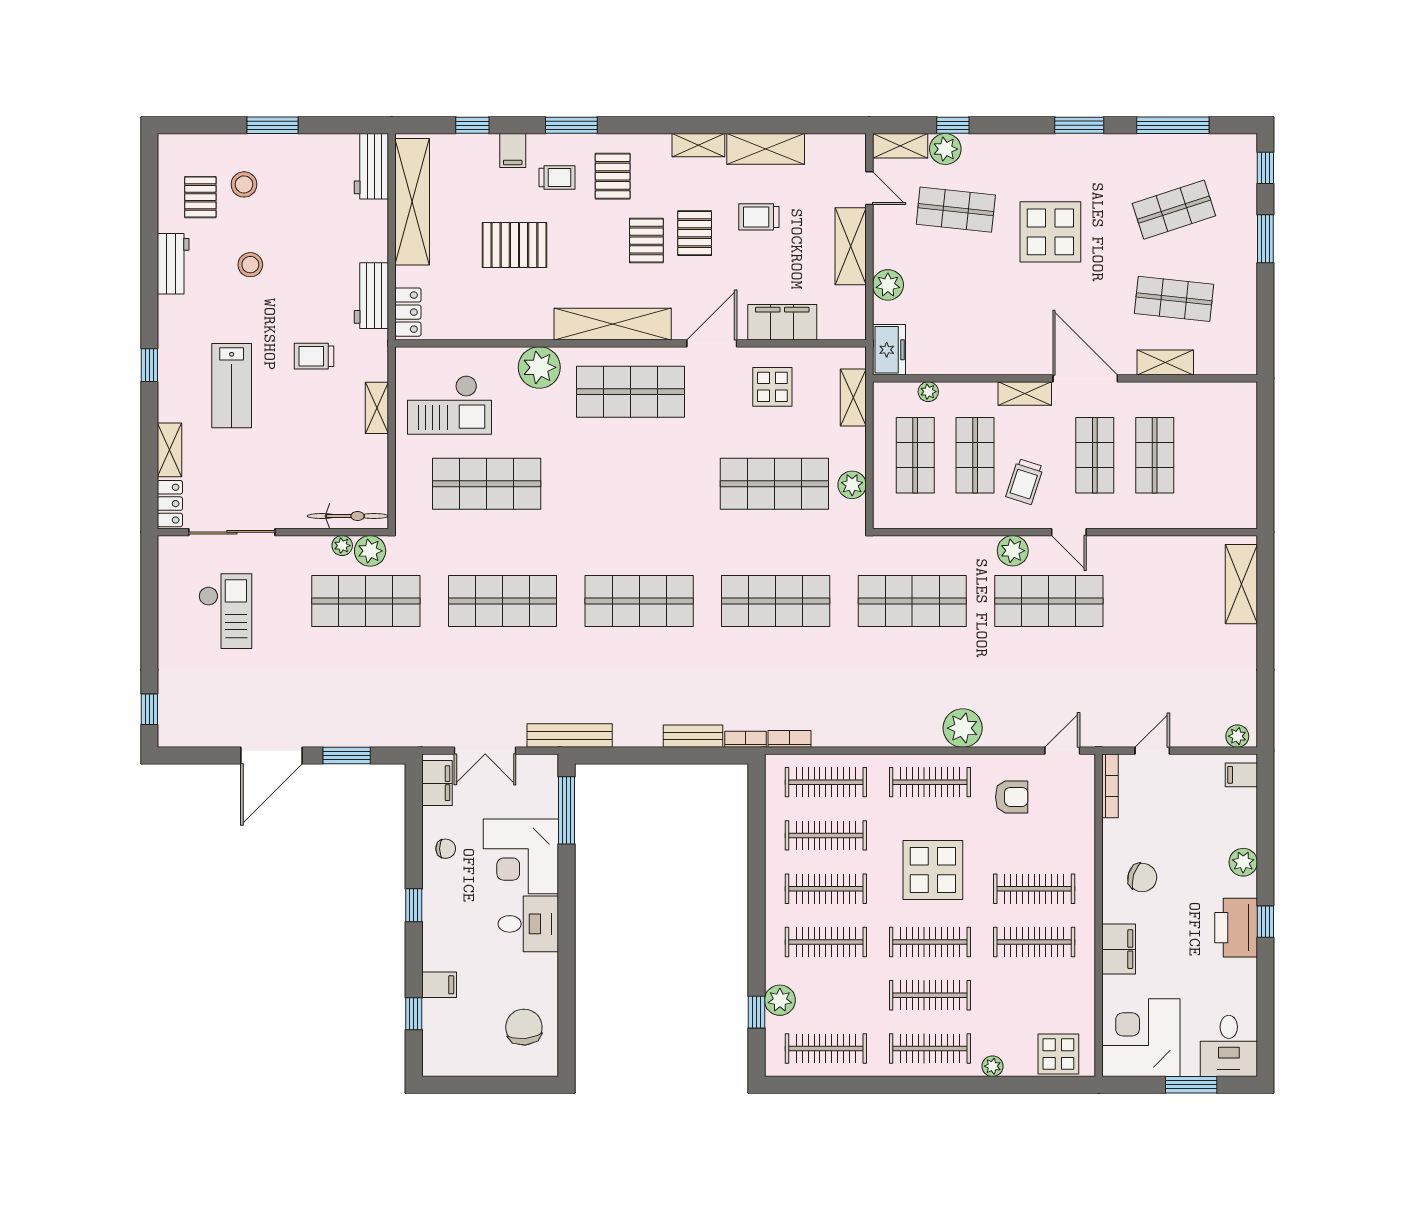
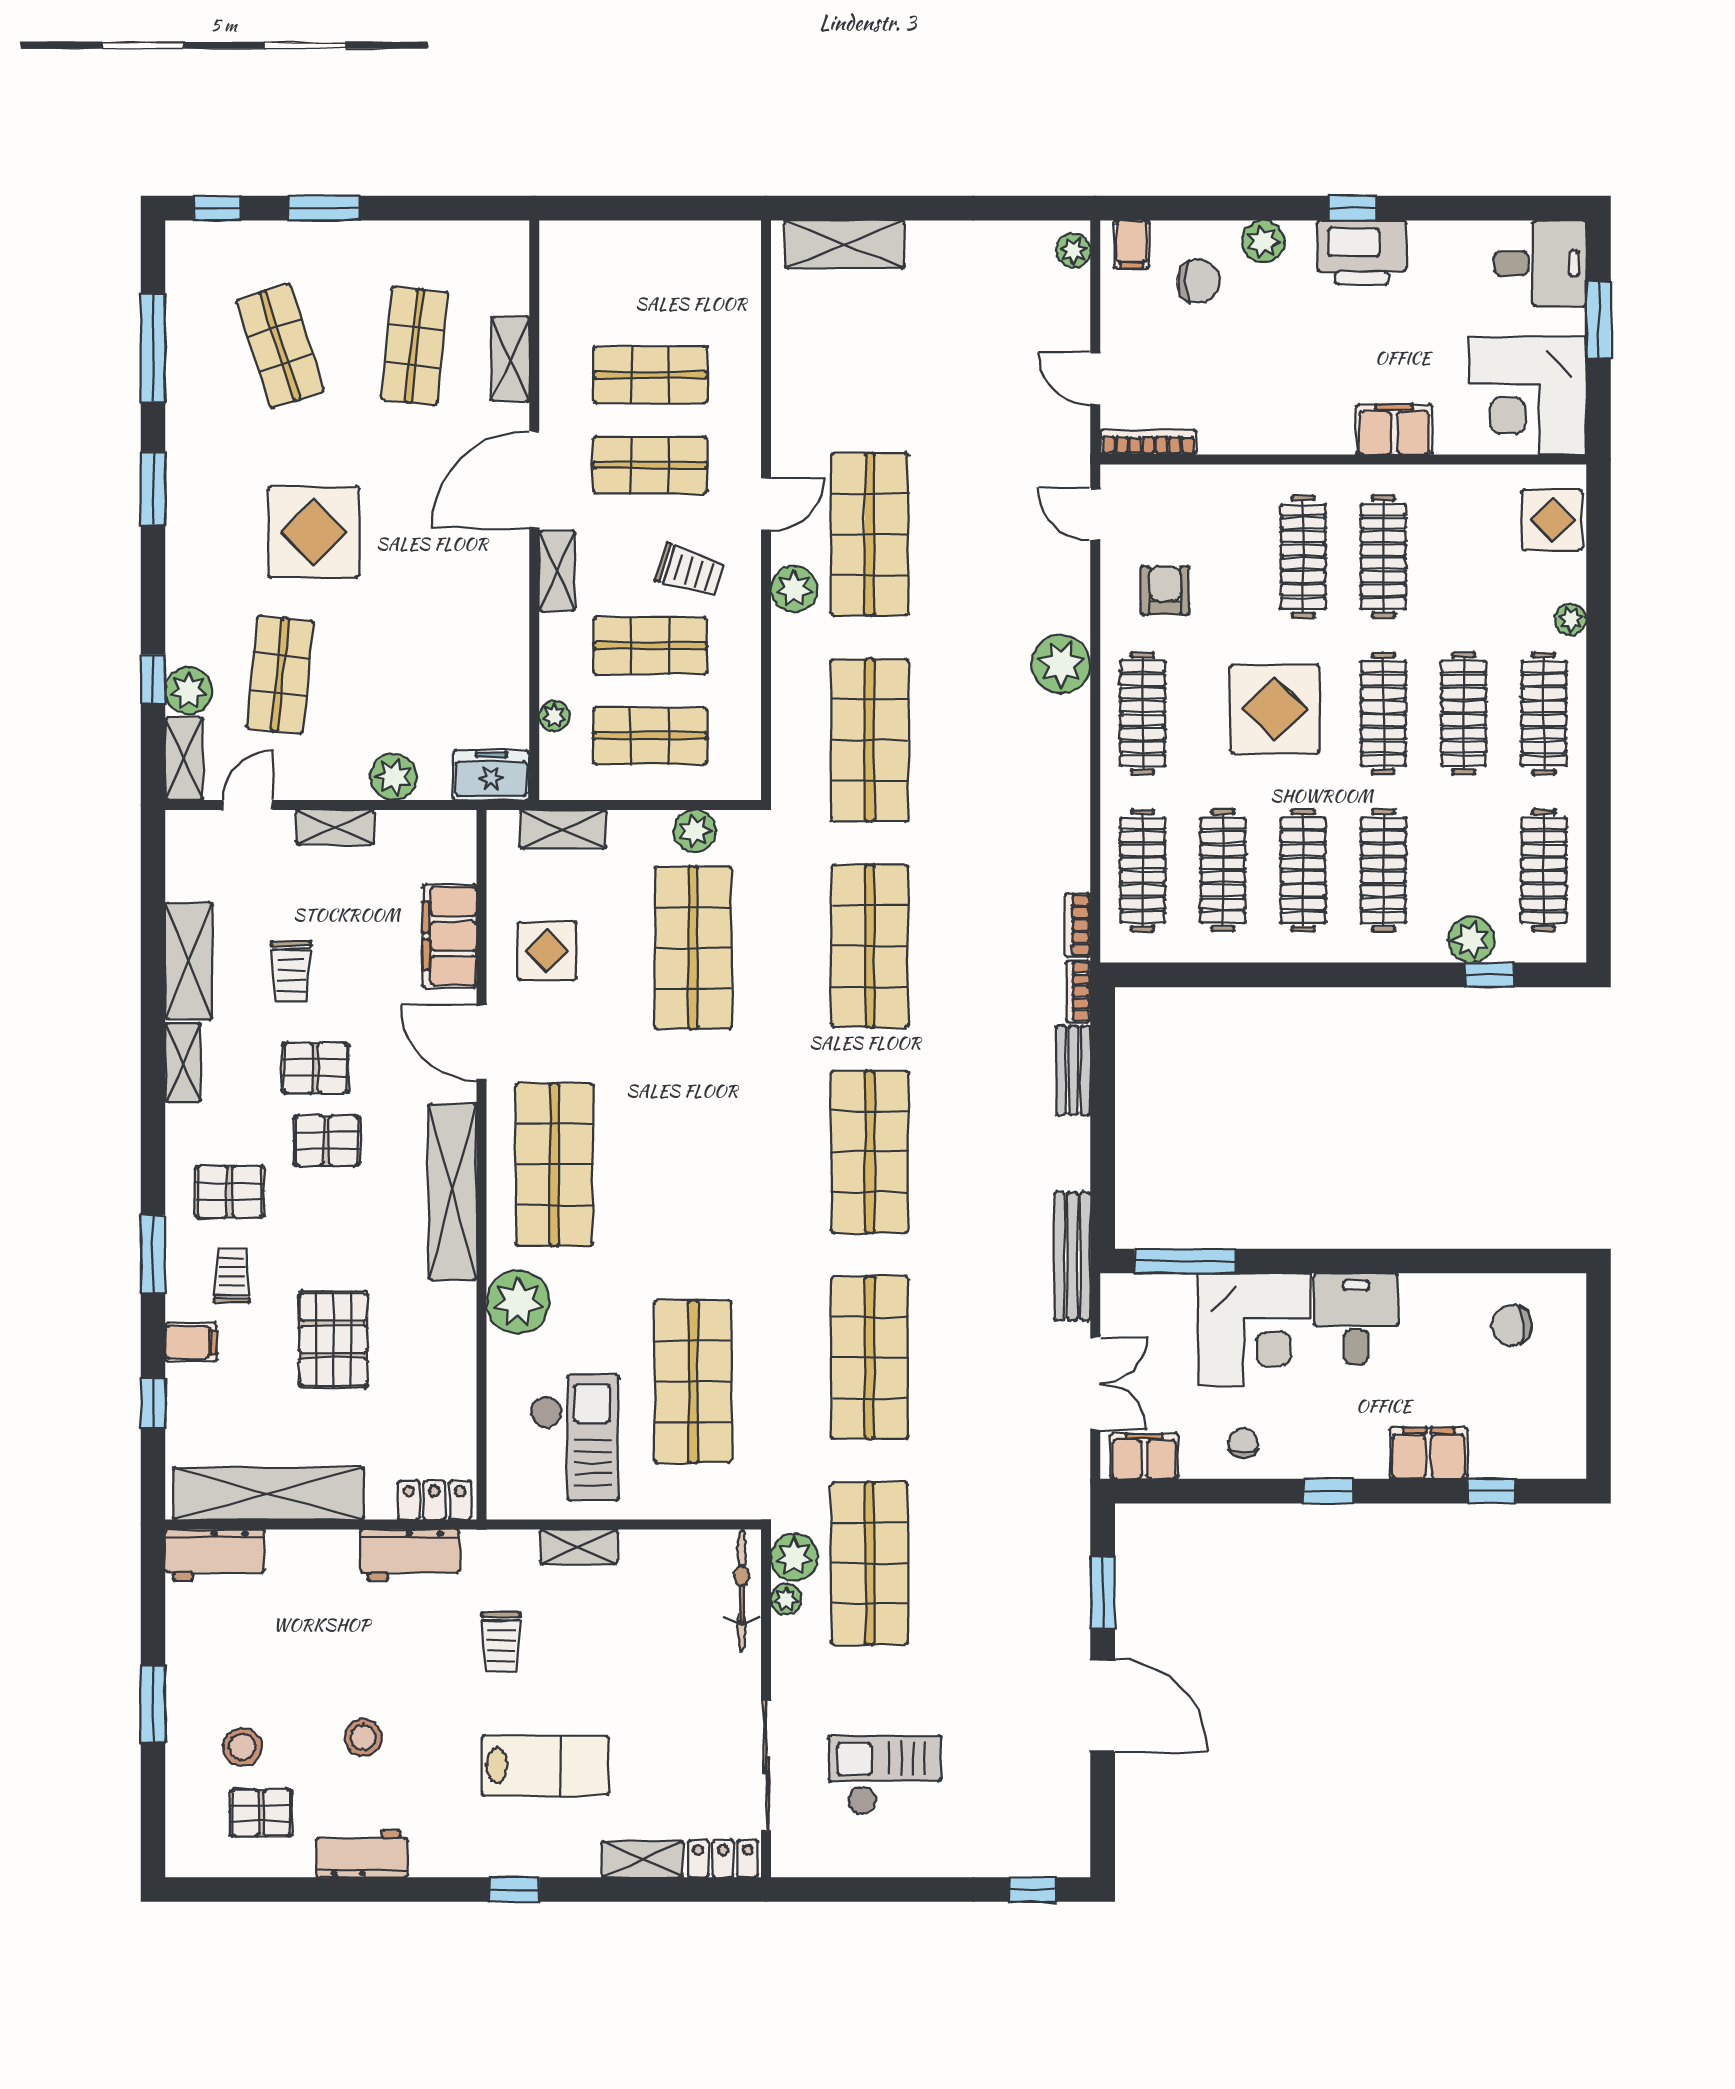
shelving: (851, 246) -> (335, 827), width x0.67, depth x0.75
chair: (1142, 878) -> (1199, 281), moved, turned 73
filing cabinet: (439, 985) -> (1429, 1453), width x2.00
chair: (524, 1027) -> (1512, 1325), width x0.73, depth x0.73

